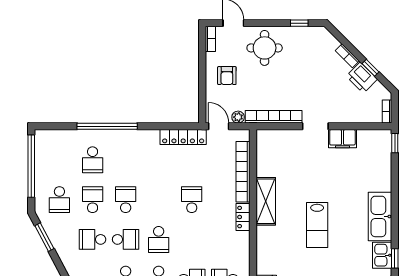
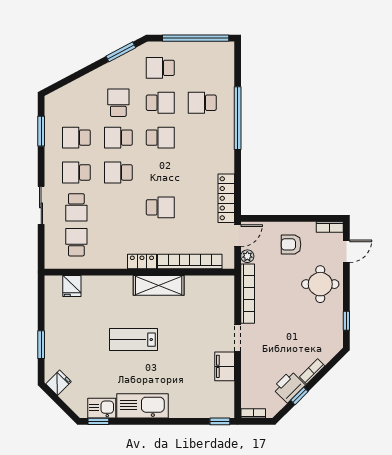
school desk: (126, 239) -> (118, 138), turned 90

